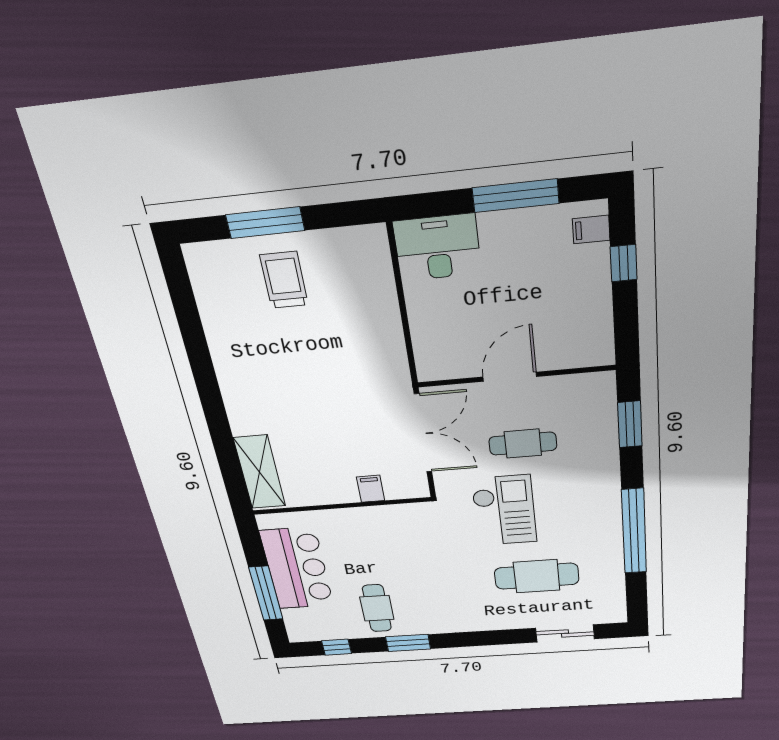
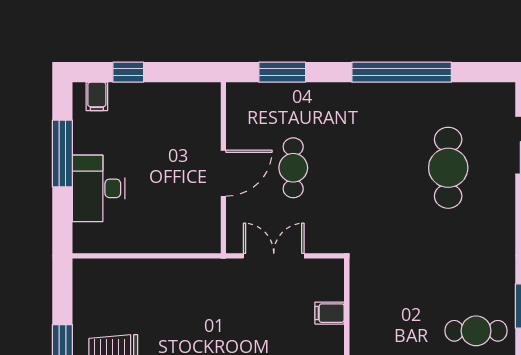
desk: (437, 248) -> (99, 188), moved
door: (510, 377) -> (223, 173), swing flipped
double door: (423, 433) -> (274, 256), width x0.73
checkout: (504, 510) -> (366, 192), removed

